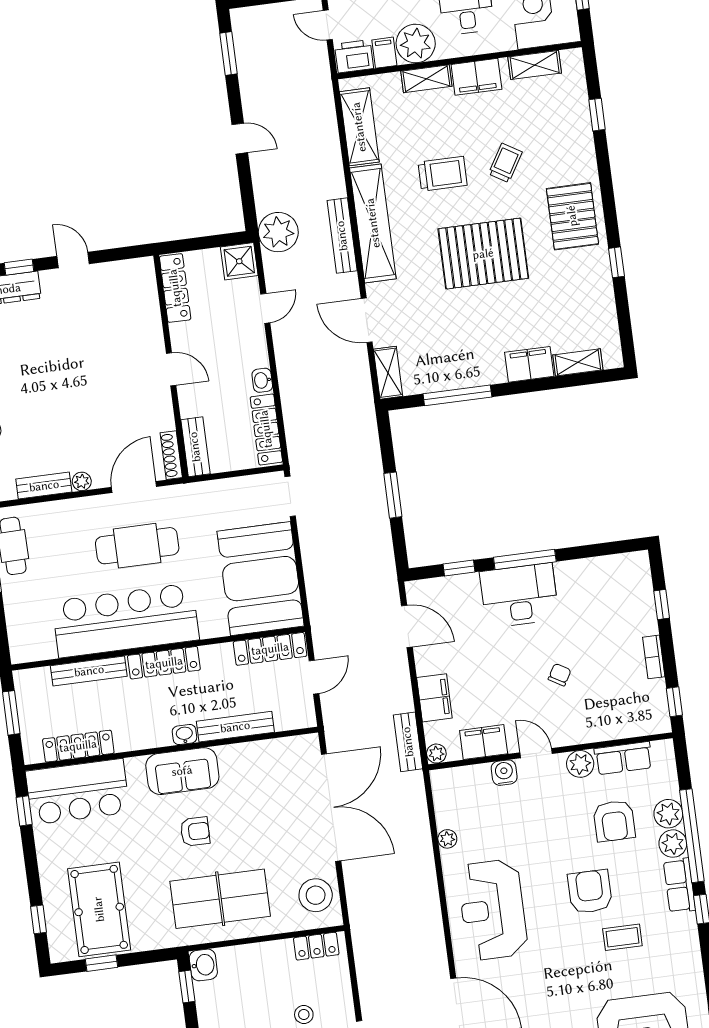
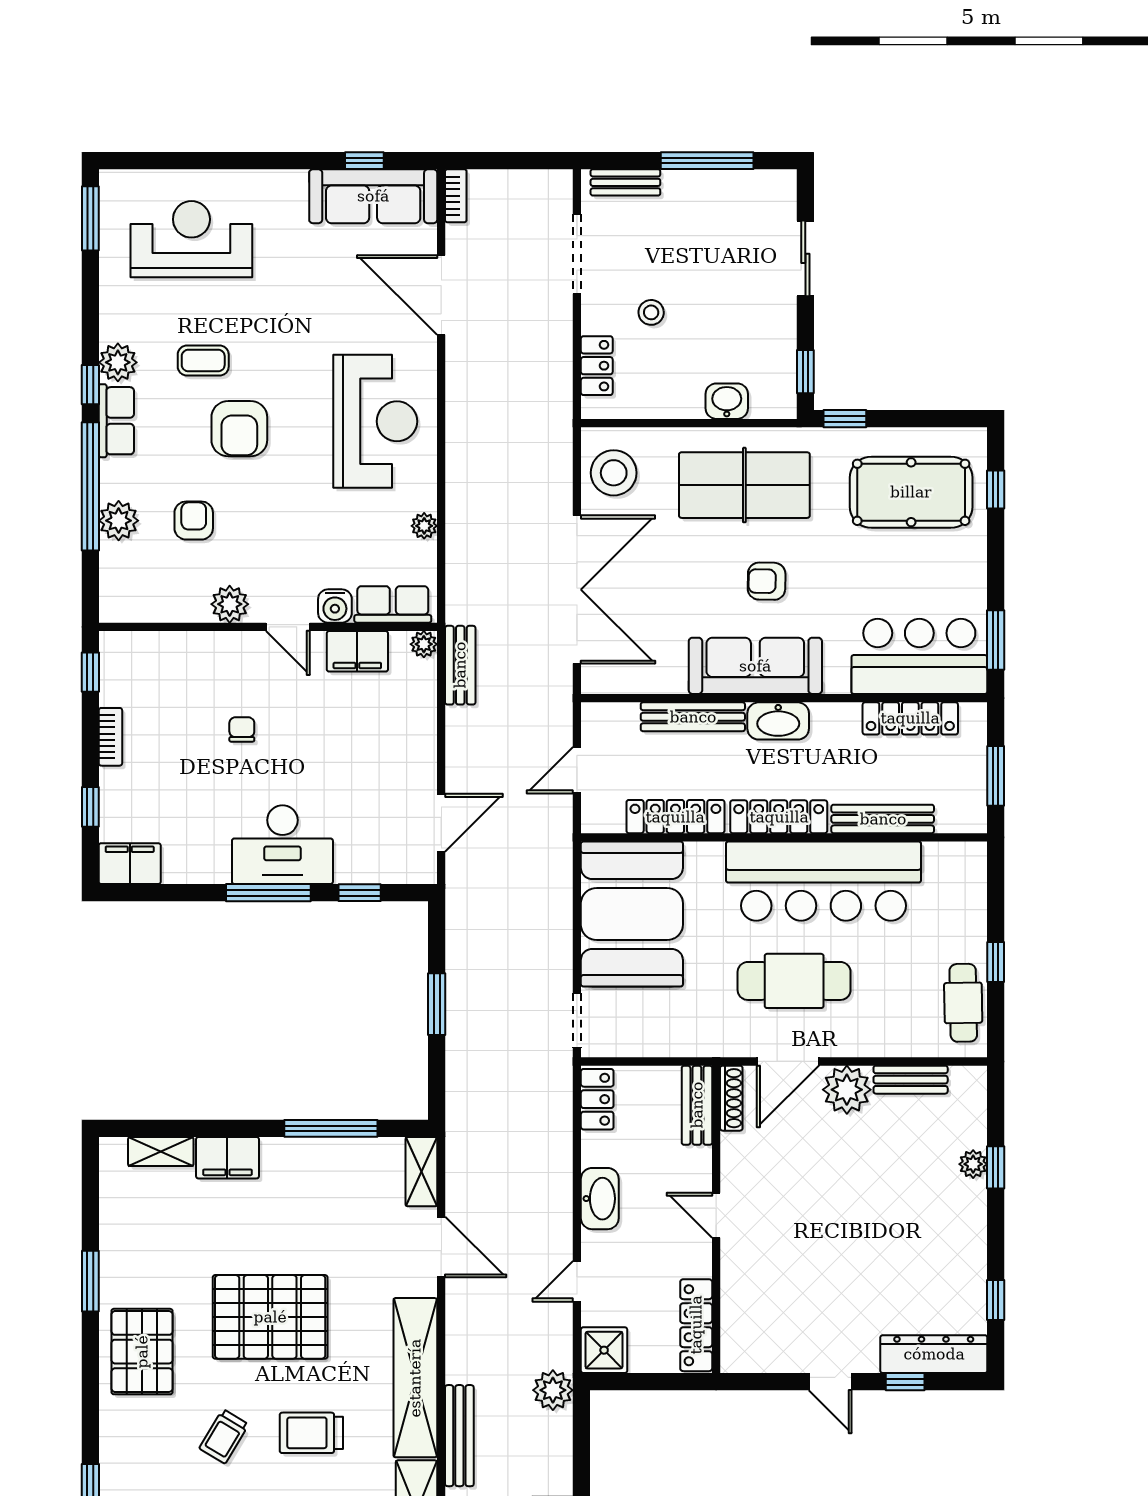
plant: (278, 232) -> (553, 1390), width x0.73, depth x0.73
bench: (342, 236) -> (459, 1436), moved
window: (616, 262) -> (90, 1281), width x1.50
washbasin: (262, 380) -> (600, 1199), width x1.91, depth x1.45
locker: (266, 429) -> (597, 1099), width x0.66
plant: (82, 481) -> (847, 1090), width x1.87, depth x1.87
door: (407, 626) -> (441, 823), swing flipped
locker: (270, 649) -> (675, 817), moved
chair: (560, 675) -> (242, 729), turned 150
filing cabinet: (434, 698) -> (130, 864), moved, turned 90
washbasin: (184, 735) -> (778, 721), width x1.91, depth x1.45
row of seats: (623, 758) -> (393, 604), moved
sofa: (182, 771) -> (755, 666), width x1.36
double door: (331, 807) -> (577, 590), swing flipped
window: (24, 811) -> (996, 640), width x1.50
armchair: (614, 821) -> (194, 521), width x0.72, depth x0.72
plant: (673, 844) -> (118, 362), moved
pool table: (99, 909) -> (911, 492), turned 90
locker: (316, 946) -> (597, 366), moved, turned 90
window: (102, 963) -> (845, 419), moved
washbasin: (203, 965) -> (727, 401), moved, turned 90

